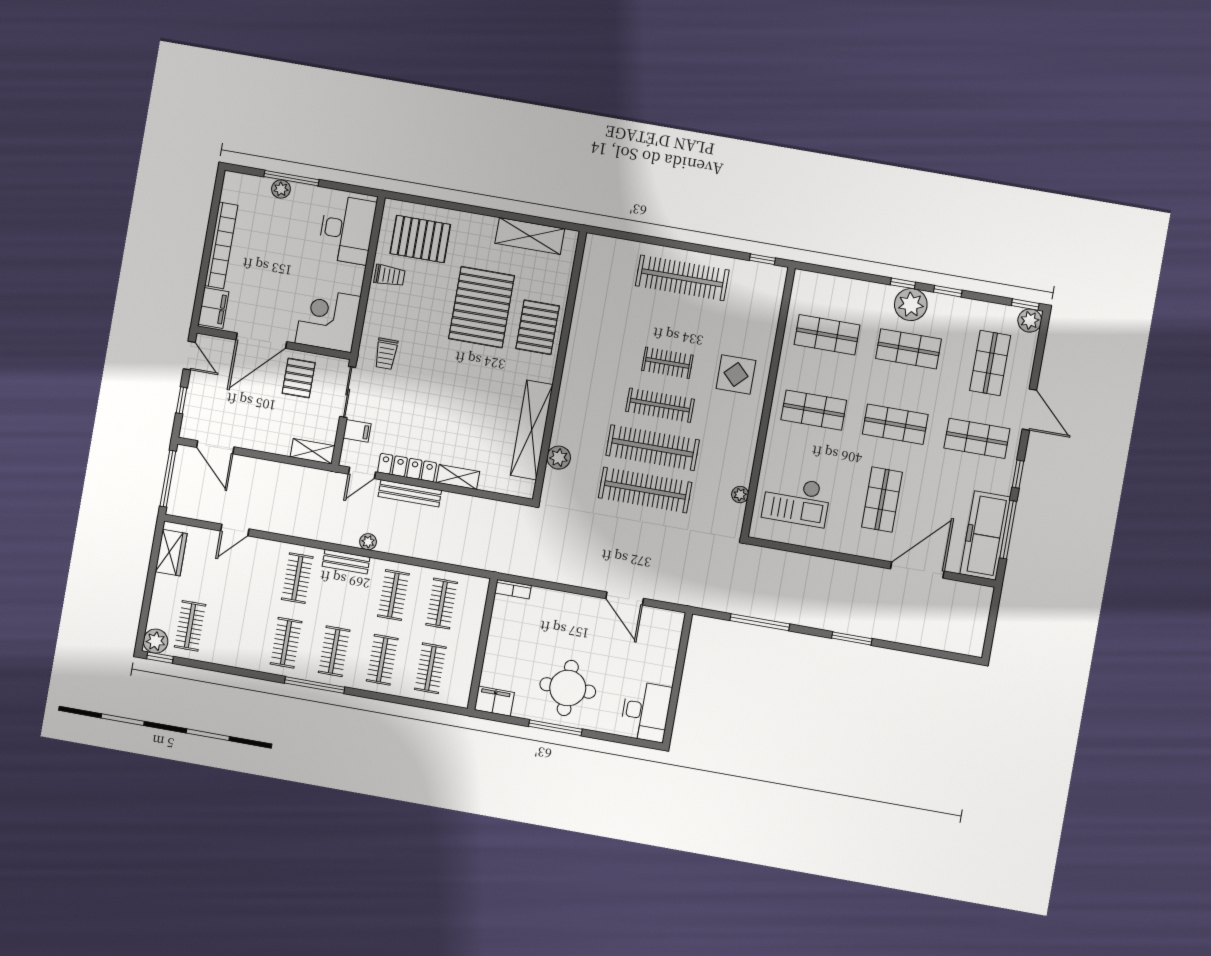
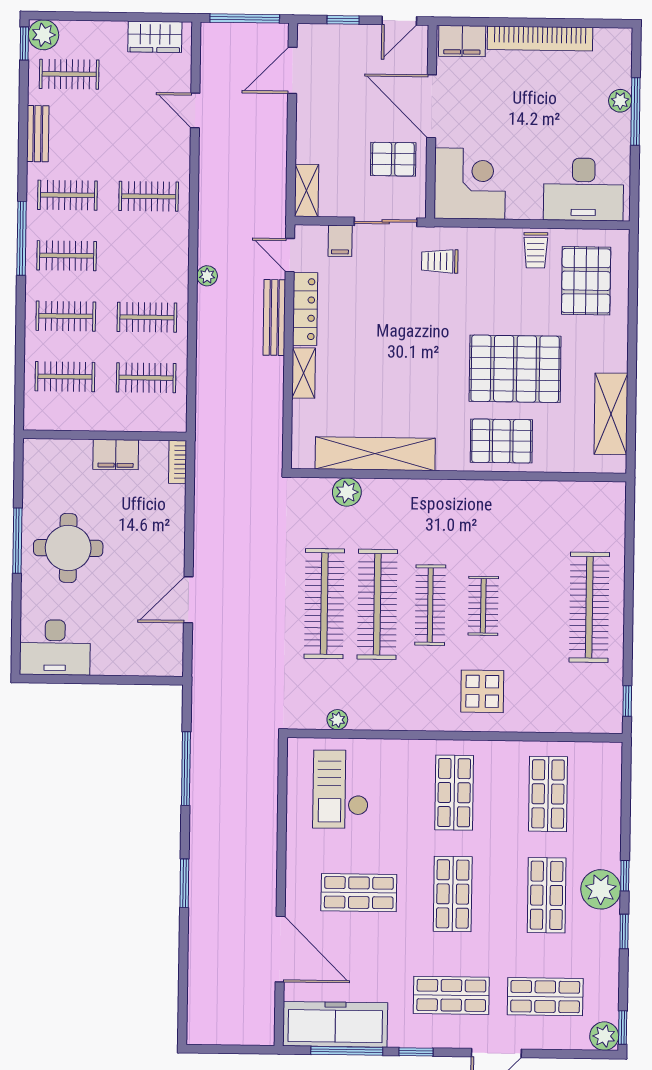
shop shelf: (977, 438) -> (451, 995), turned 90
bench: (346, 562) -> (38, 134), moved
filing cabinet: (494, 701) -> (116, 455), moved, turned 90

